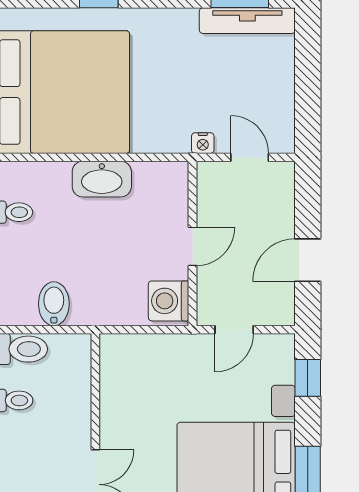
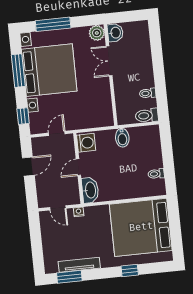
tv unit: (247, 21) -> (79, 265), moved
washbasin: (102, 179) -> (90, 190), moved, turned 90
bidet: (54, 304) -> (122, 138), moved

